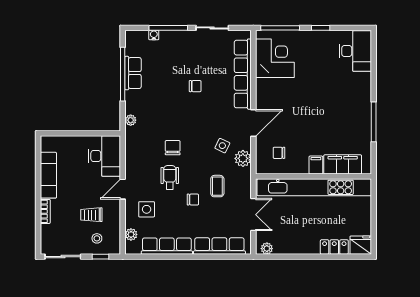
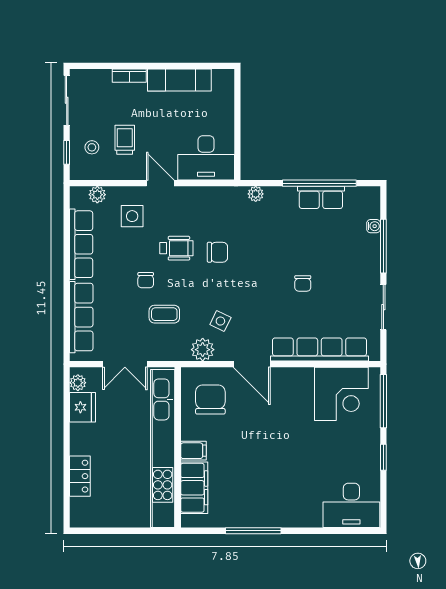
chair: (279, 153) -> (210, 400), width x1.87, depth x1.87
fridge: (361, 245) -> (83, 407), moved

